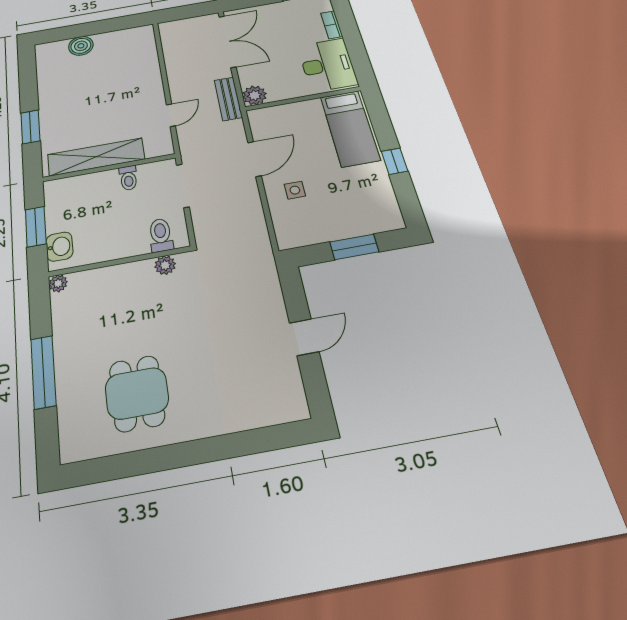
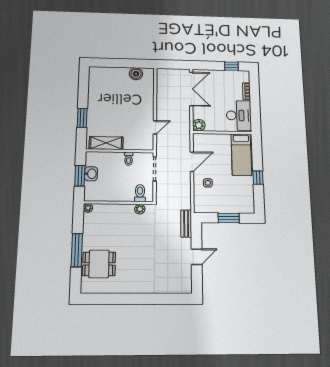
boiler: (81, 46) -> (136, 74), moved
bench: (228, 99) -> (186, 224), moved
shelving: (96, 157) -> (106, 143), width x0.68
washbasin: (59, 247) -> (91, 174), moved
dining table: (137, 393) -> (99, 264), moved, turned 90

